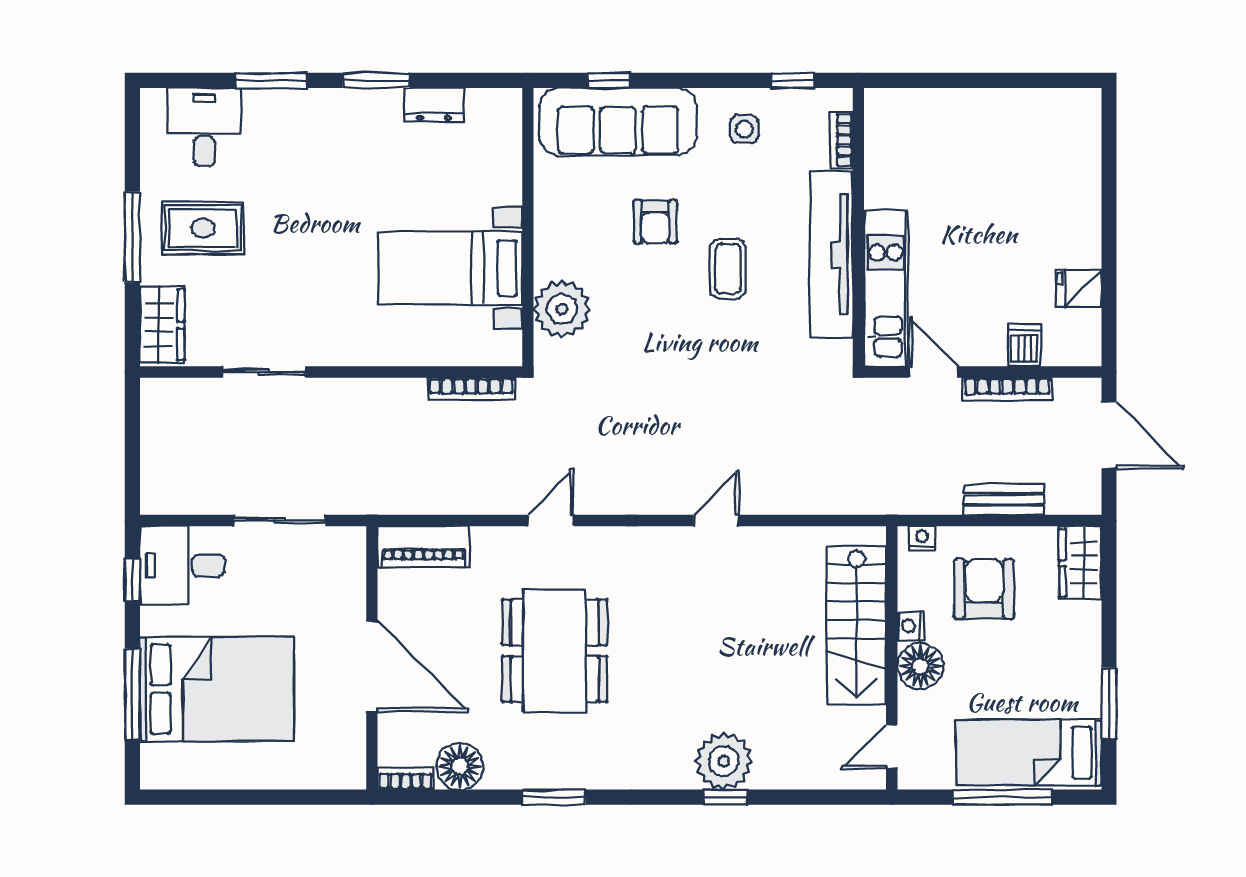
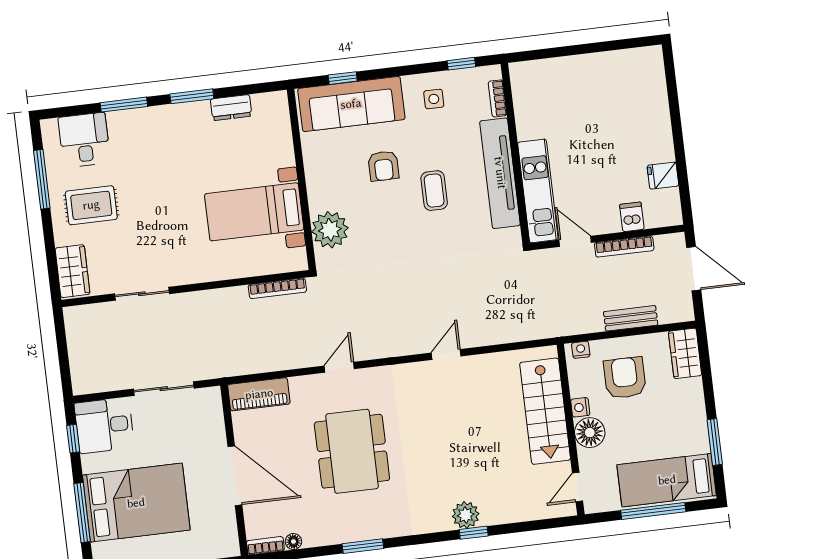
window: (132, 237) -> (42, 179), moved
plant: (724, 761) -> (466, 515), width x0.73, depth x0.73
floor lamp: (460, 766) -> (293, 541), width x0.53, depth x0.53

